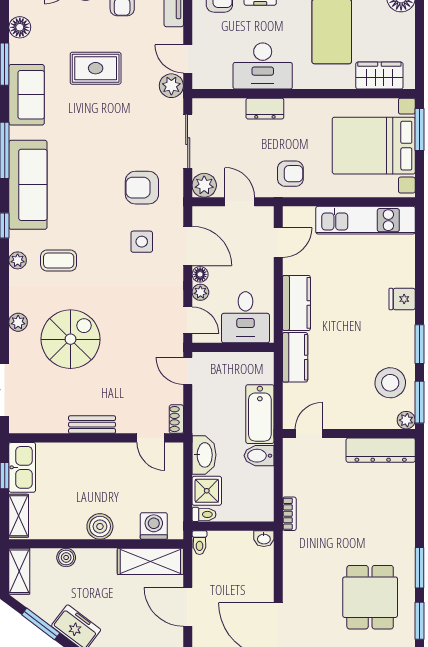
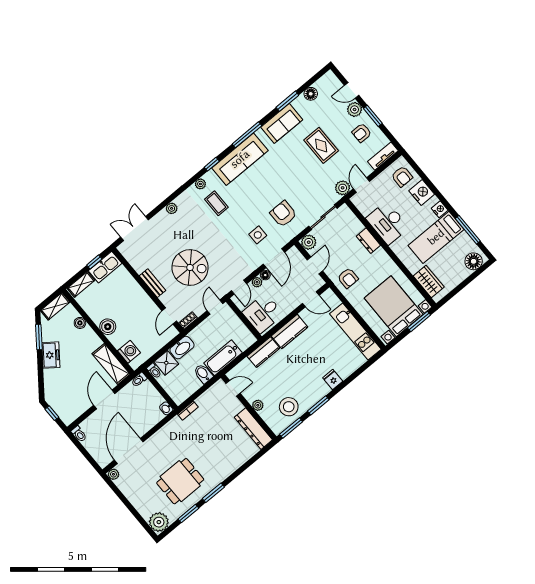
spiral stairs: (70, 339) -> (190, 267), moved
plant: (406, 420) -> (258, 405), moved

